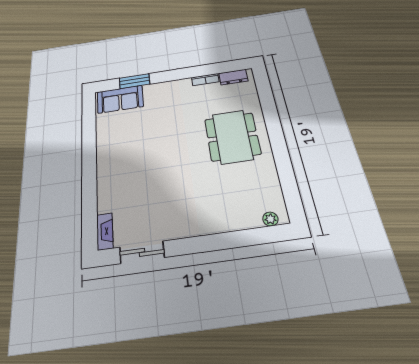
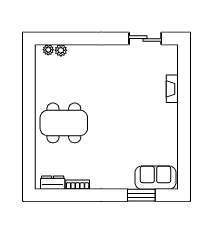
dining table: (232, 137) -> (64, 123), turned 90
plant: (253, 221) -> (61, 50), added
fireplace: (105, 231) -> (172, 89), moved

